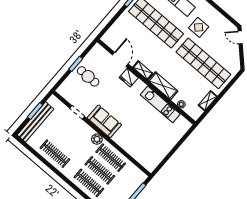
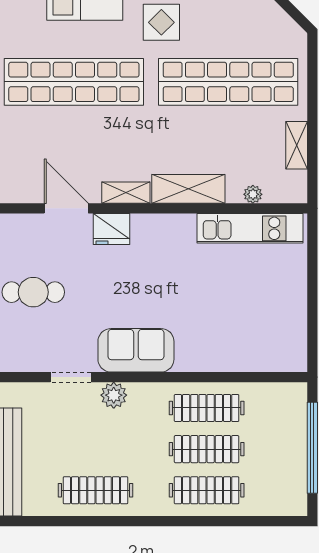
kitchen unit: (160, 104) -> (250, 228), moved
plant: (97, 139) -> (114, 395), moved

